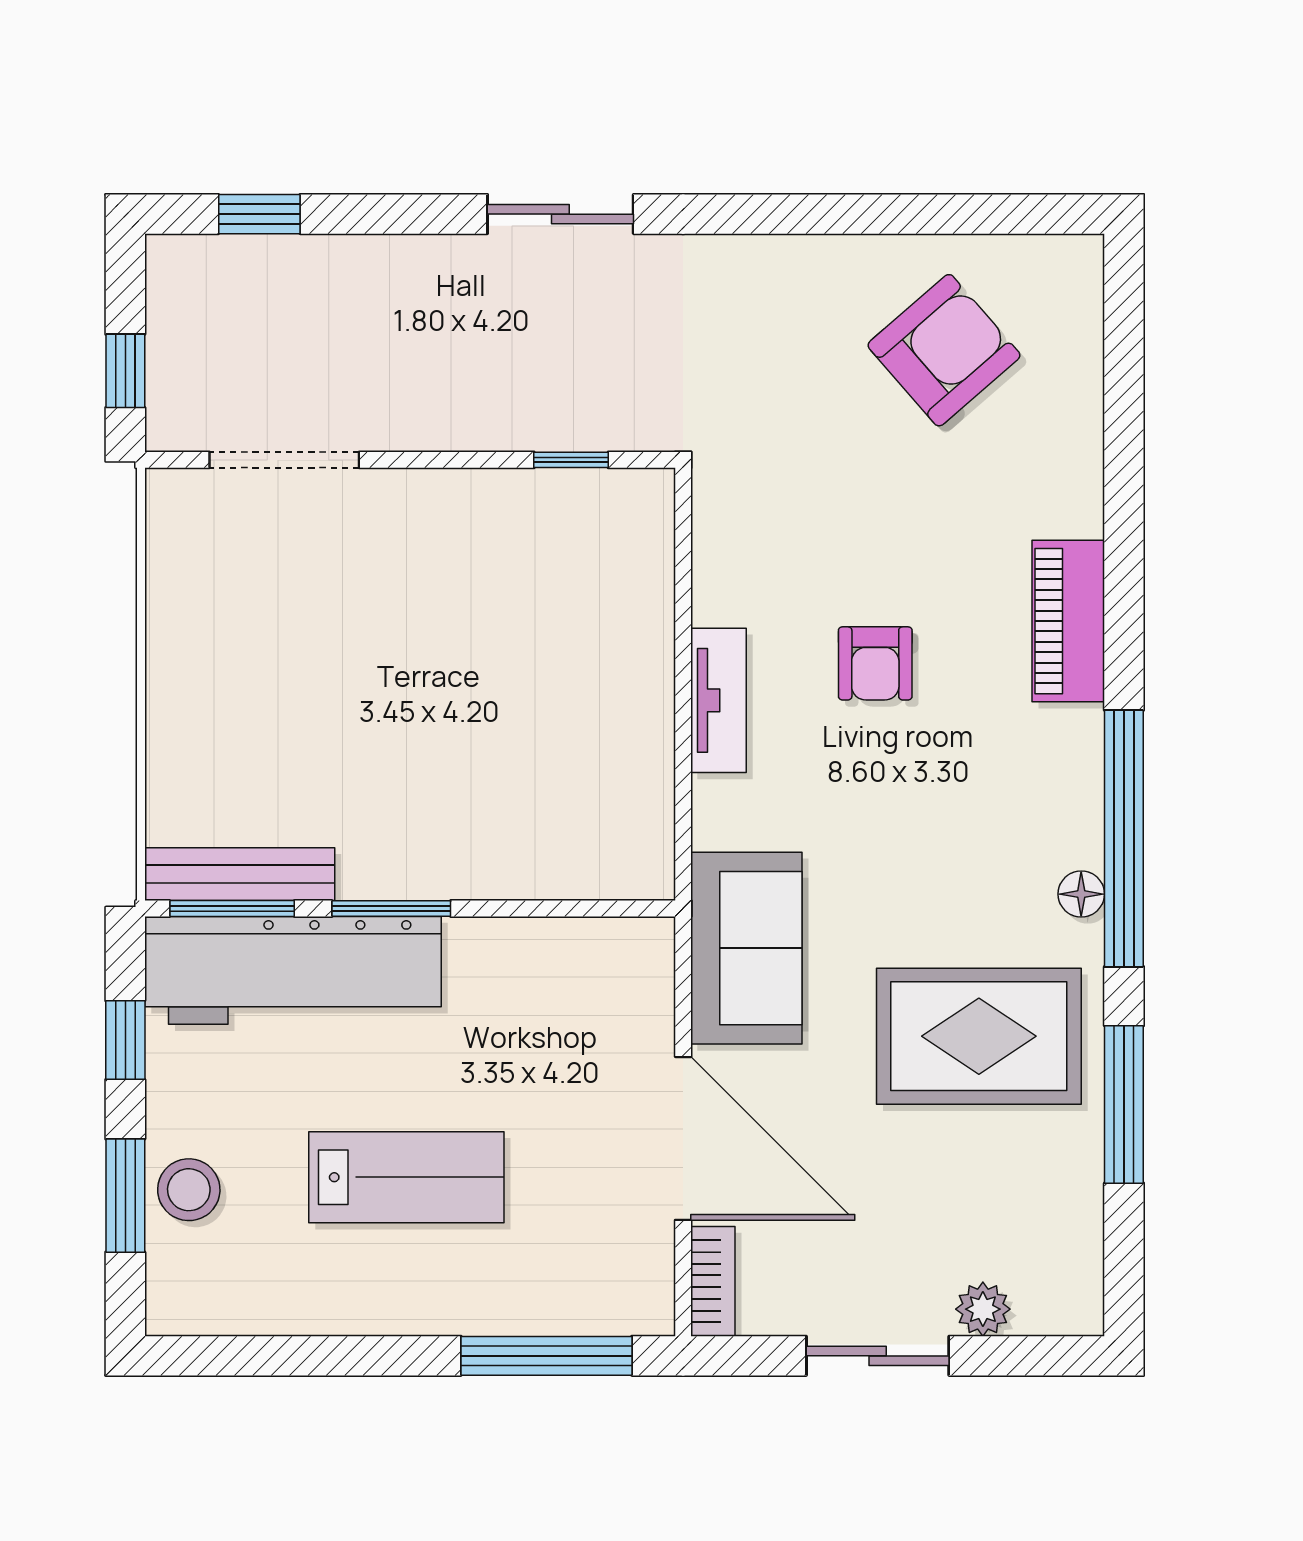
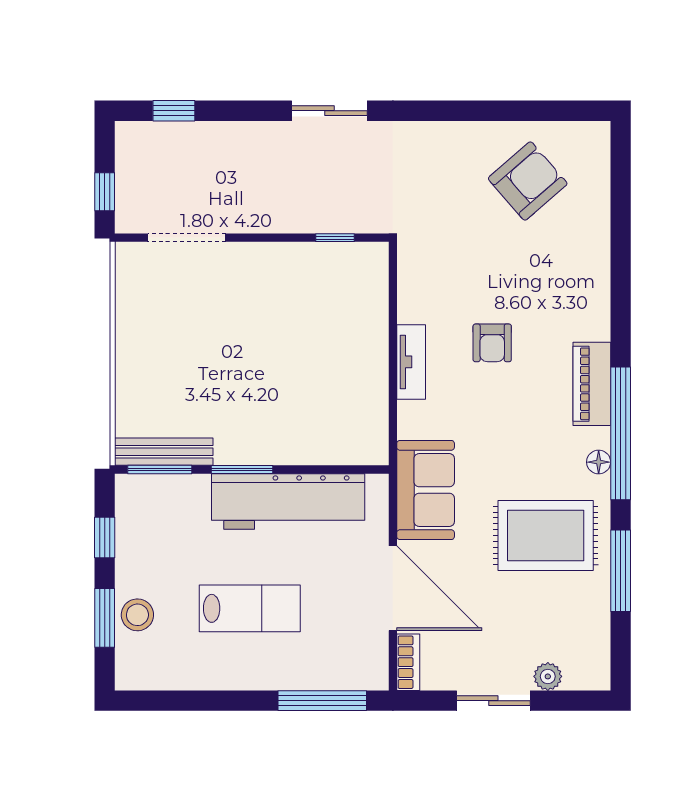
piano: (1068, 621) -> (592, 384), moved
workbench: (293, 970) -> (288, 501), moved

